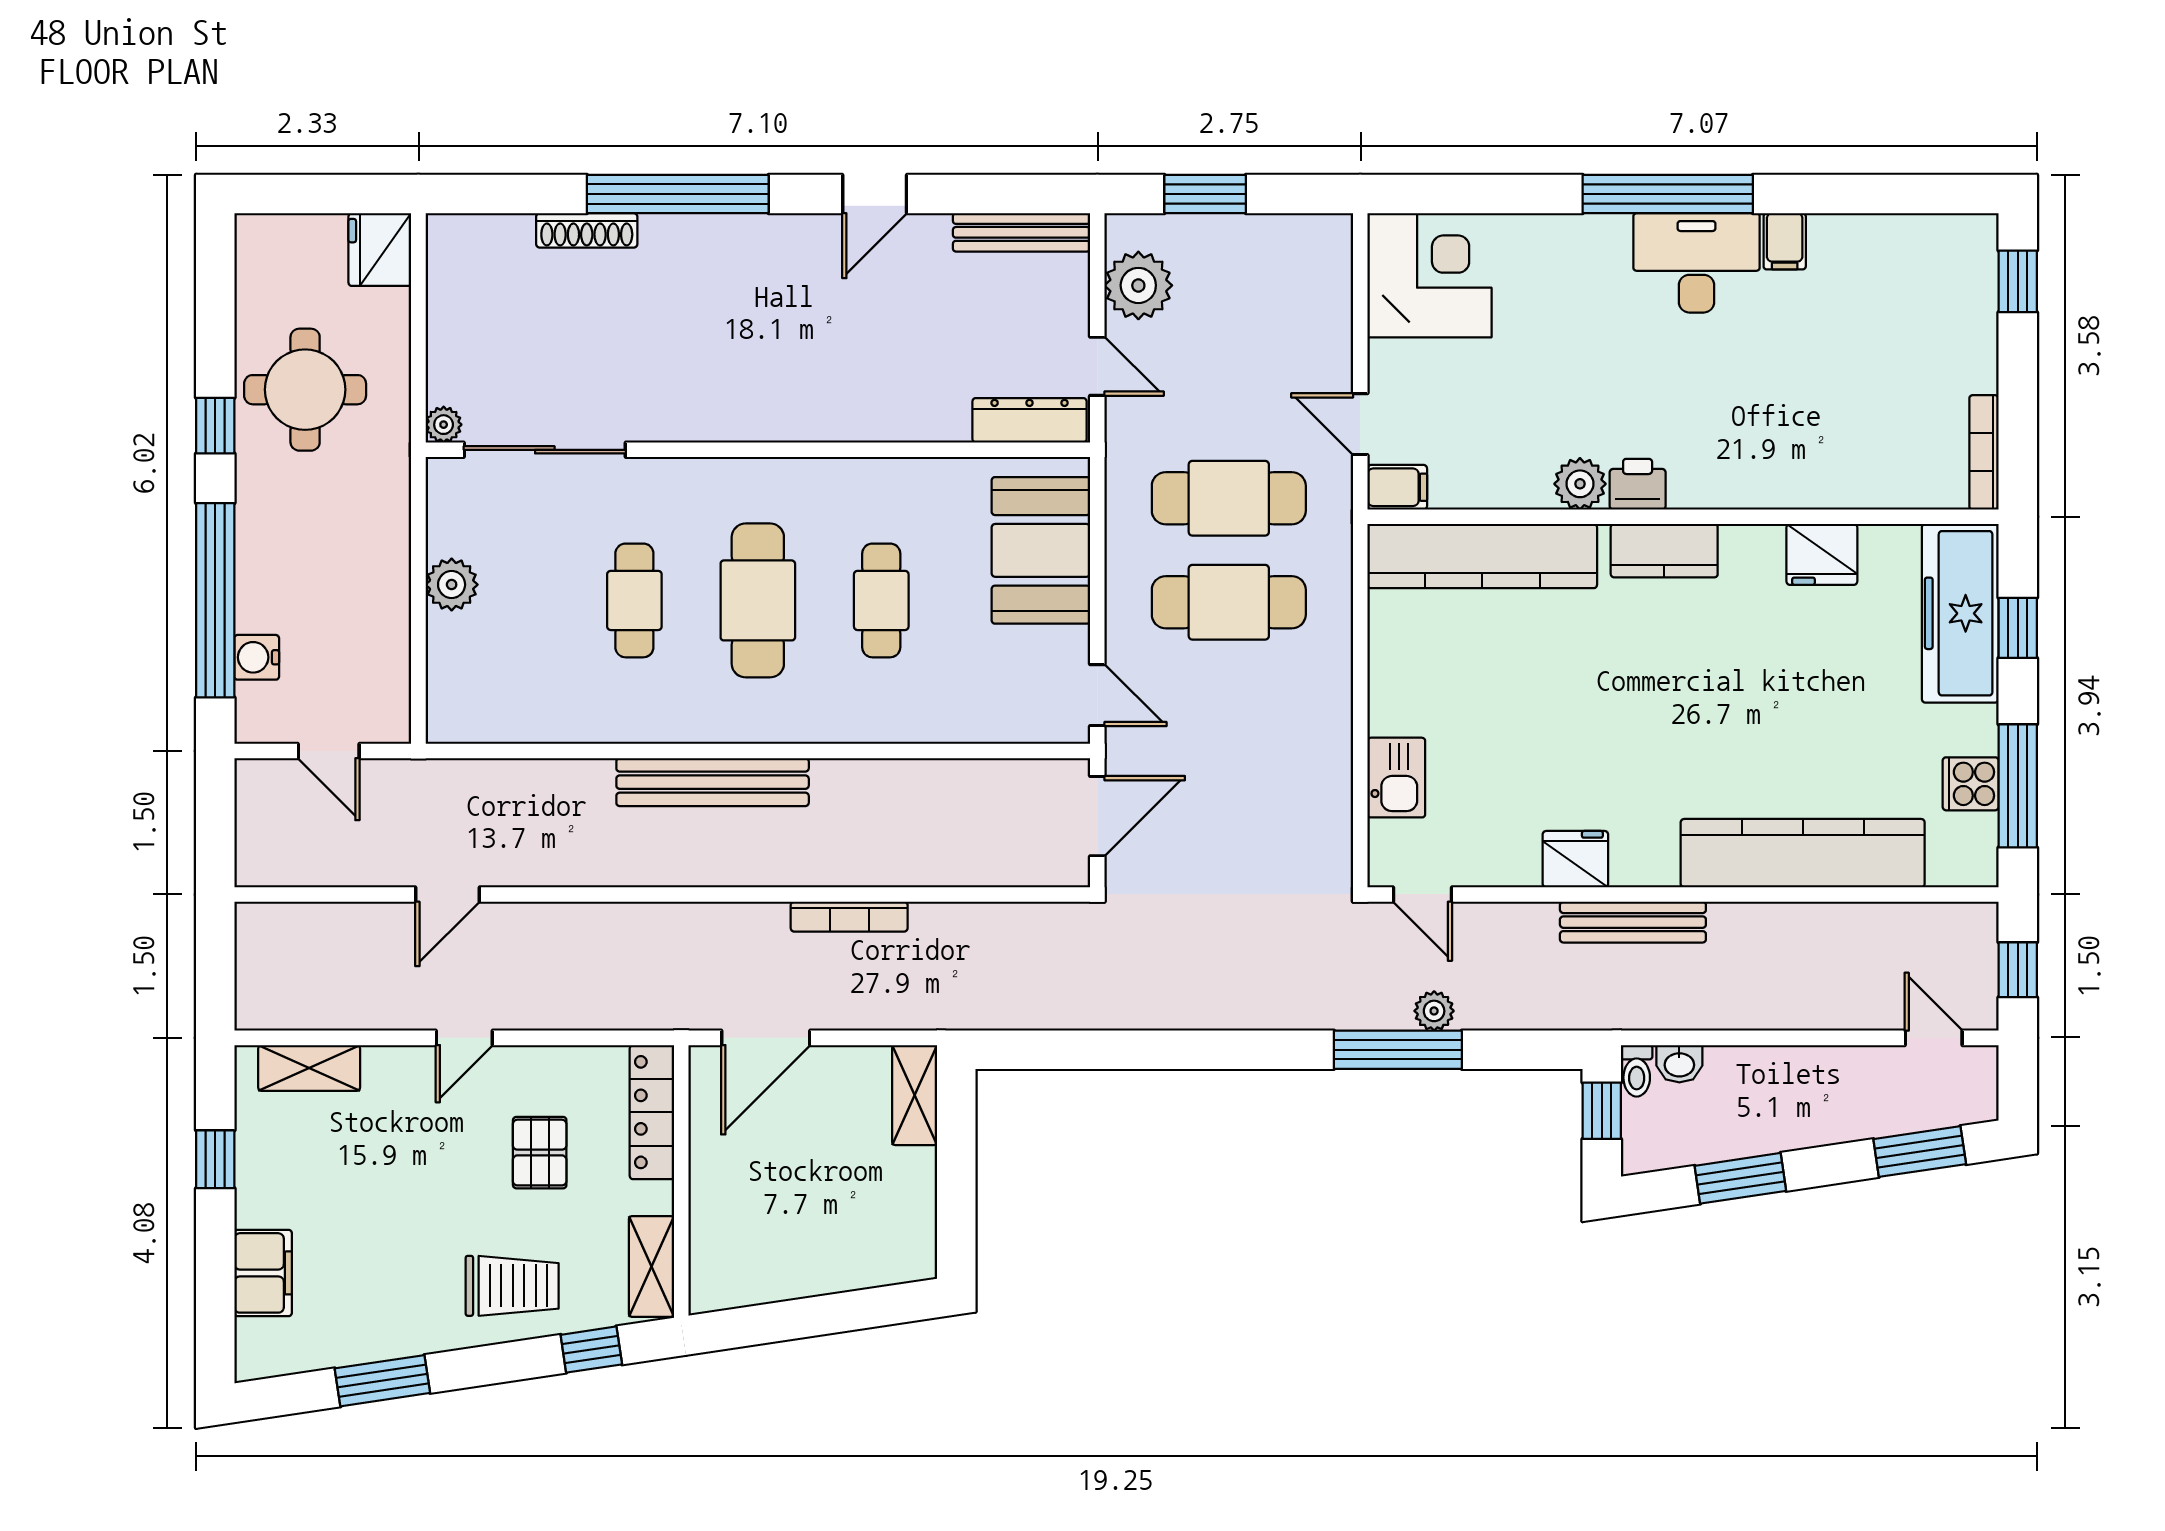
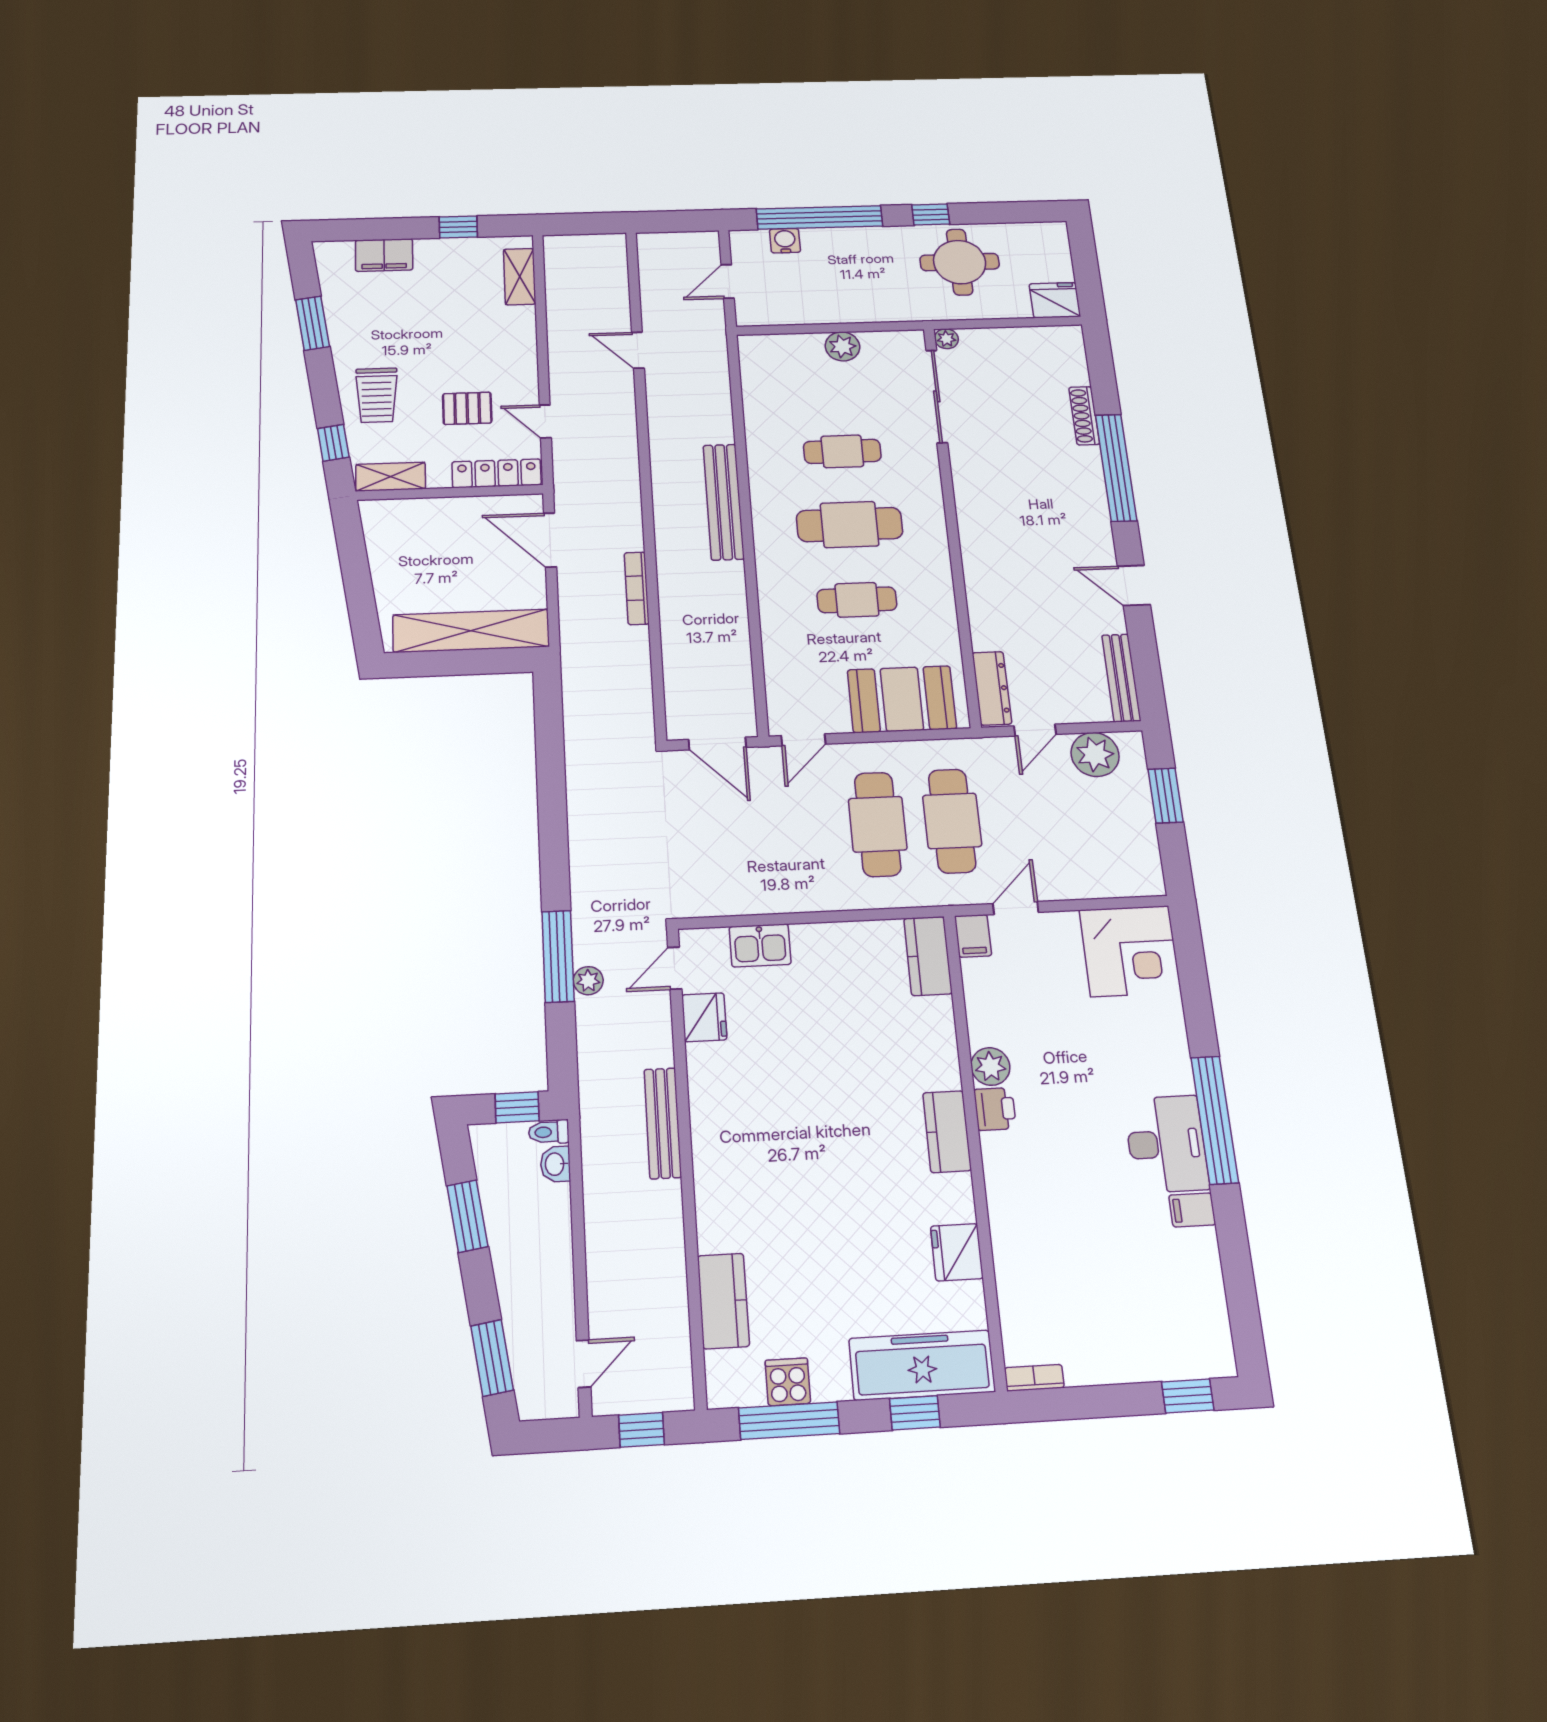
bookcase: (1984, 452) -> (1034, 1378), width x0.64
kitchen counter: (1482, 556) -> (928, 956), width x0.48, depth x0.86
kitchen counter: (1803, 853) -> (723, 1301), width x0.48, depth x0.86
fridge: (1575, 859) -> (704, 1017), moved
door: (464, 1038) -> (545, 421), moved
shelving: (915, 1095) -> (471, 631), width x2.20, depth x1.33

